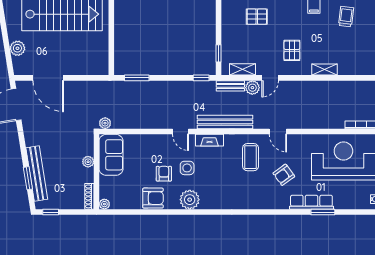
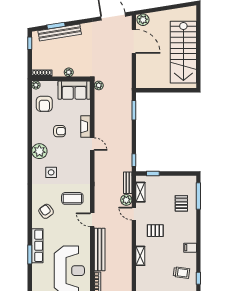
plant: (17, 48) -> (143, 20), moved
door: (48, 78) -> (134, 41), swing flipped
bench: (225, 122) -> (100, 250), moved
door: (181, 132) -> (92, 144), swing flipped
door: (278, 132) -> (92, 220), hinge flipped
fireplace: (210, 140) -> (85, 126), moved
side table: (187, 168) -> (51, 172), moved
armchair: (284, 175) -> (46, 211), moved
armchair: (153, 198) -> (44, 104), moved

